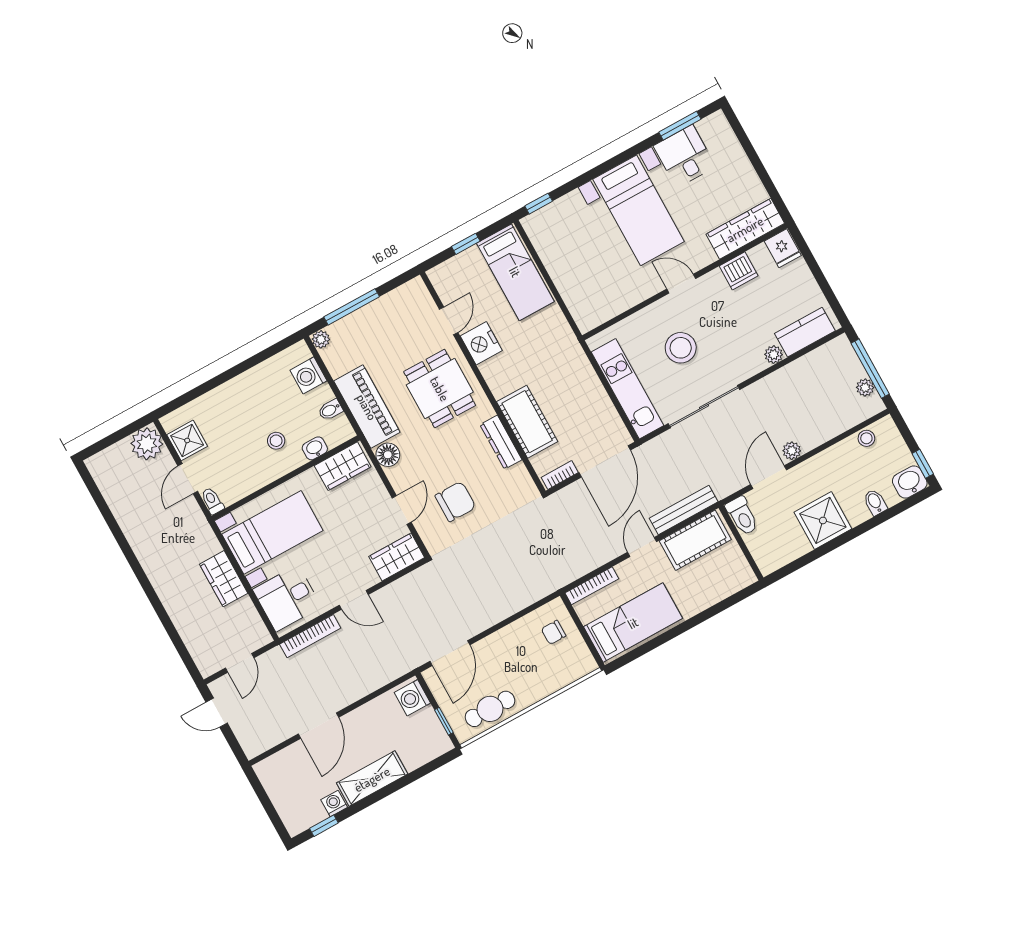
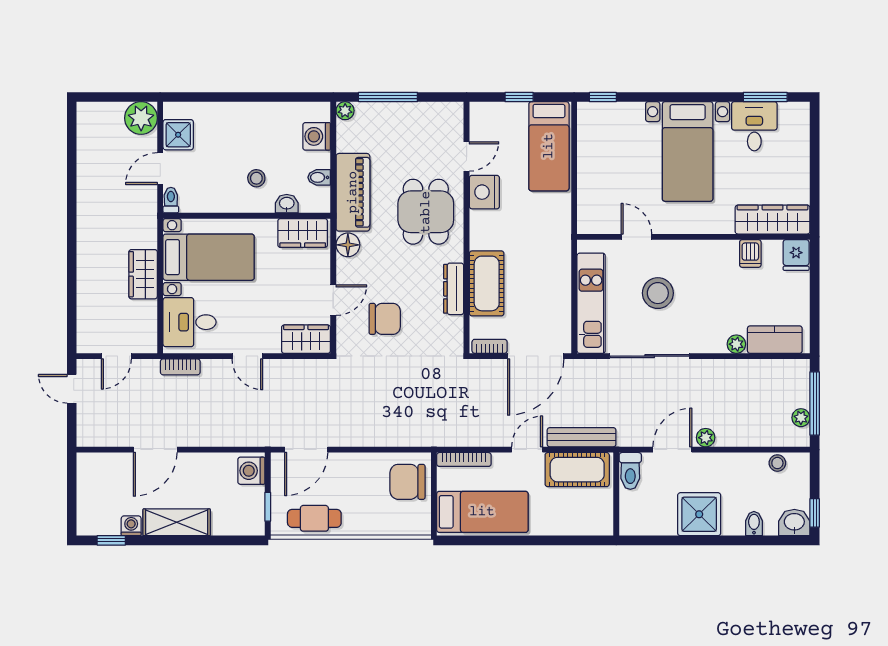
dishwasher: (739, 271) -> (750, 254), width x0.73
door: (681, 284) -> (636, 237), moved
chair: (554, 632) -> (407, 482), width x1.87, depth x1.87
bookcase: (310, 636) -> (180, 367), width x0.64

